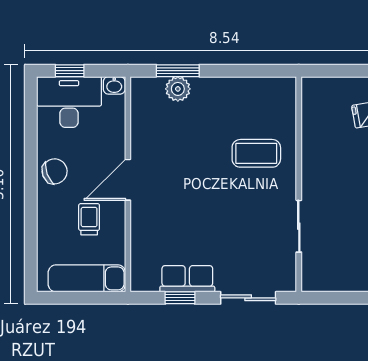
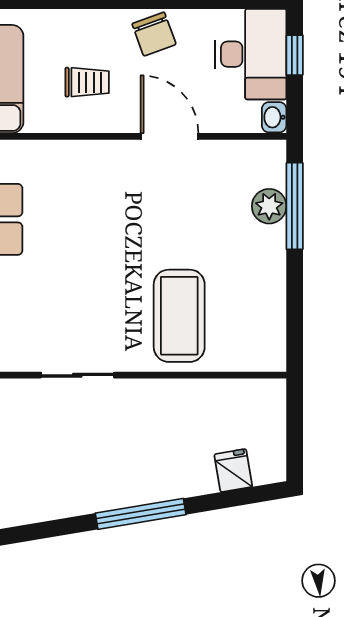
window: (178, 71) -> (295, 206), width x1.44
coffee table: (256, 153) -> (179, 316), width x1.36, depth x1.32
door: (128, 180) -> (170, 136), moved

